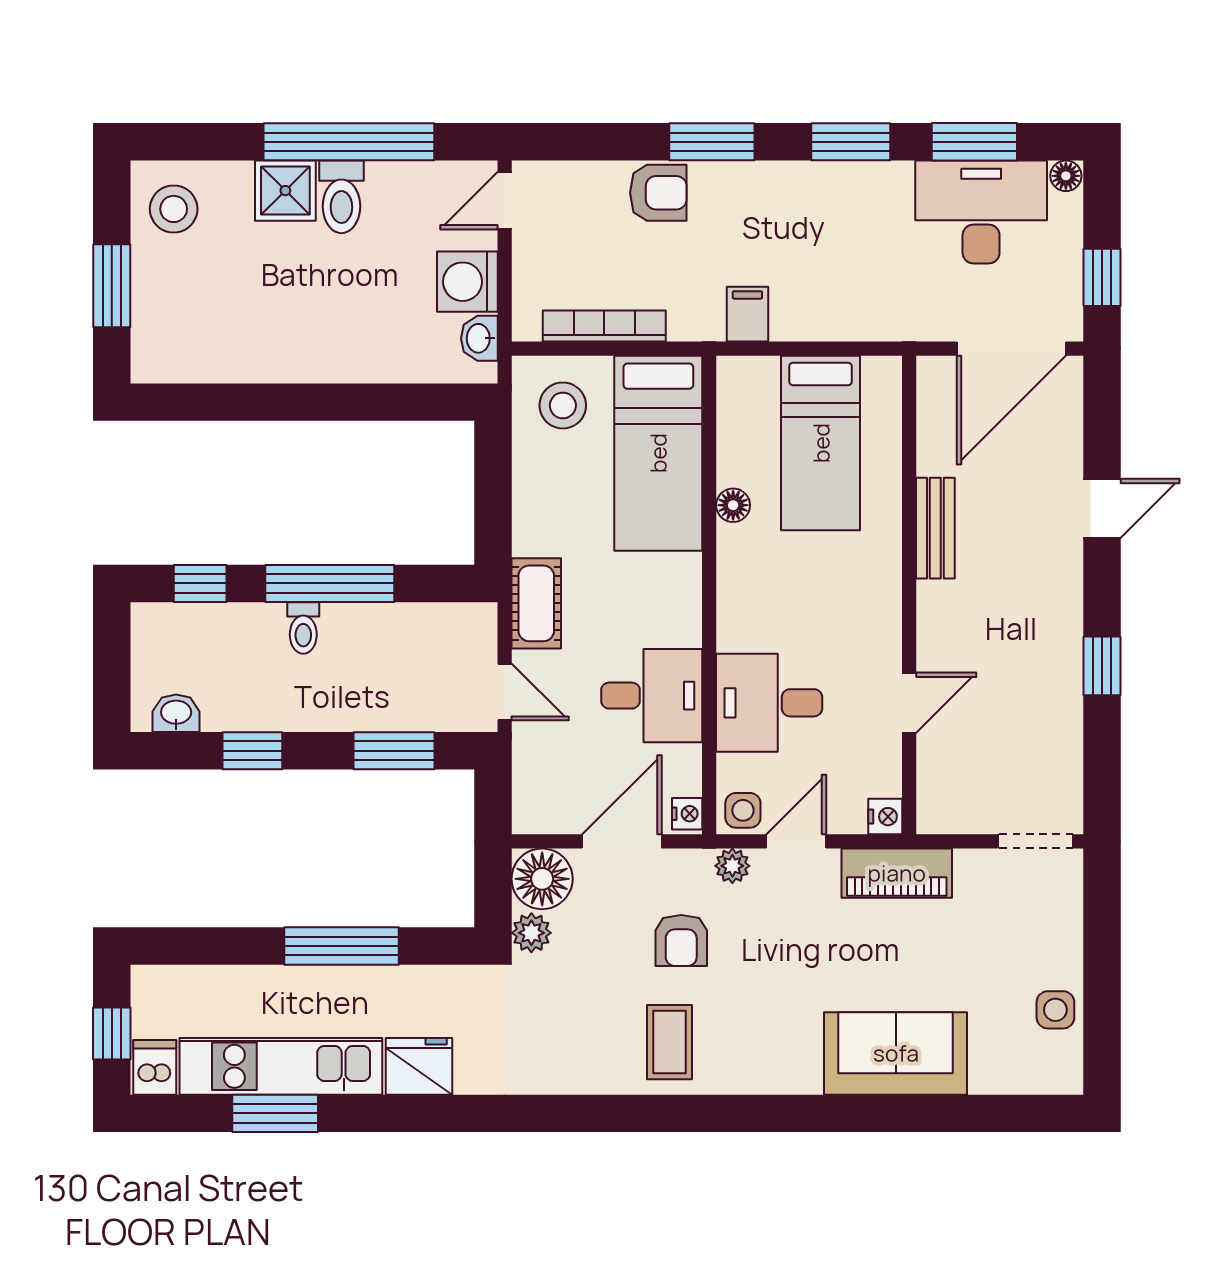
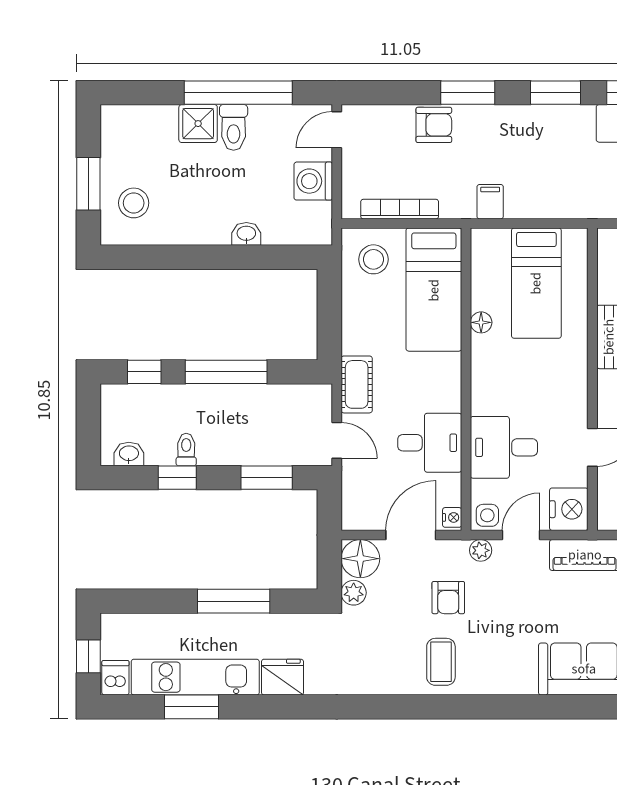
stool: (174, 209) -> (134, 203), moved
washbasin: (479, 338) -> (246, 234), moved, turned 90
toilet: (303, 628) -> (186, 450), moved, turned 180
nightstand: (885, 817) -> (569, 509), width x1.89, depth x1.79

